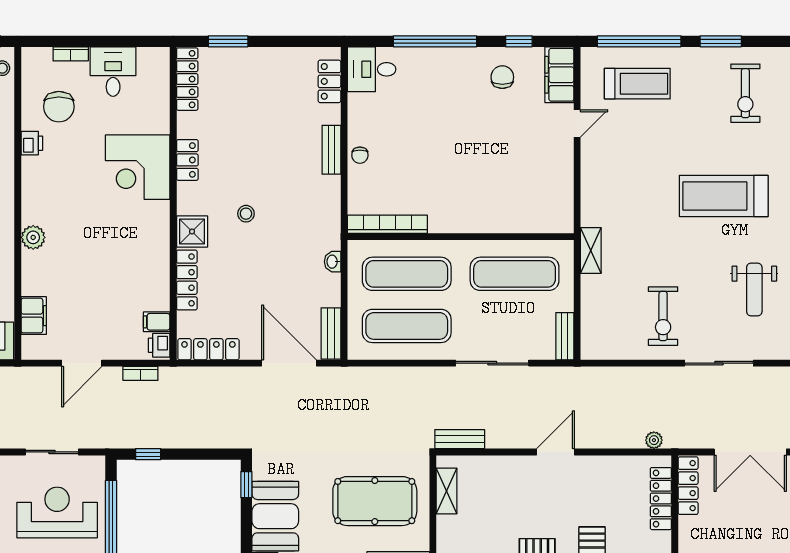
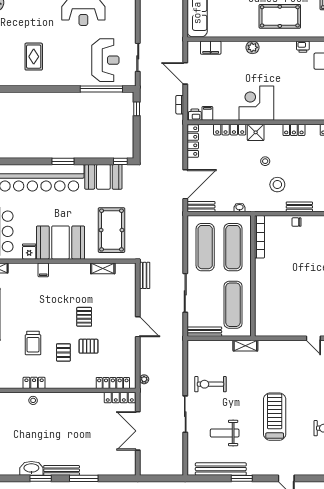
corner desk: (138, 167) -> (256, 103), moved
stool: (290, 191) -> (277, 185), added
bench: (565, 336) -> (204, 332), width x1.36
shelving: (446, 491) -> (103, 268), moved

